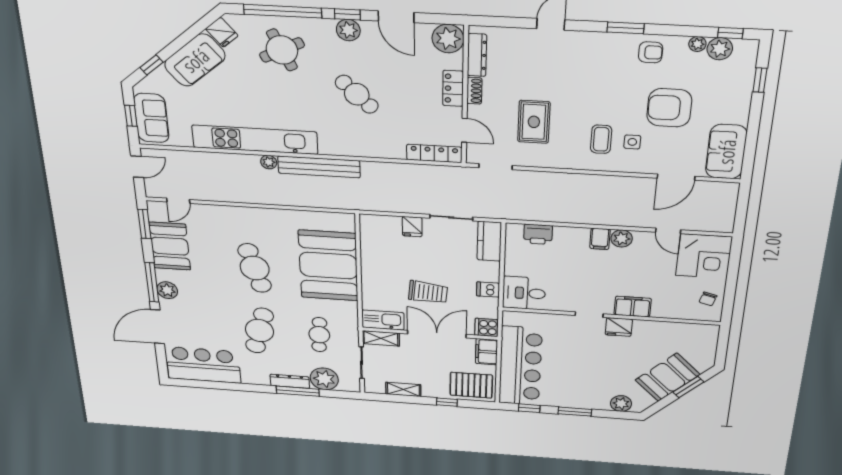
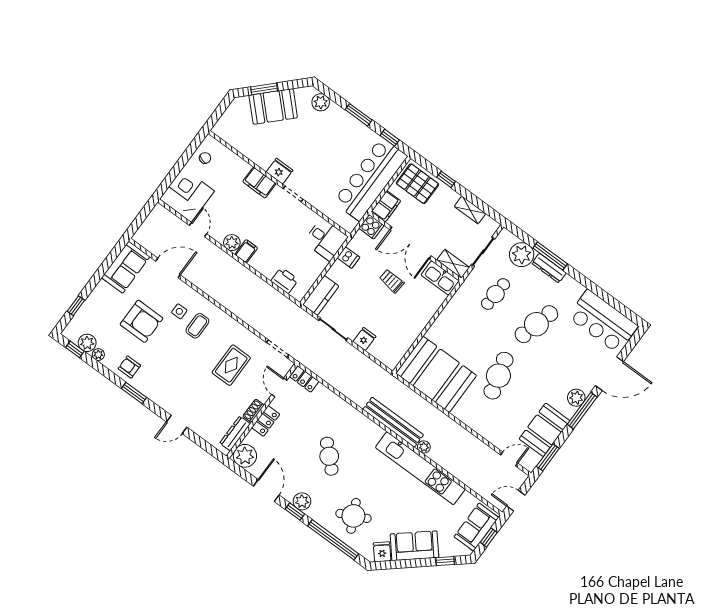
locker: (434, 153) -> (304, 379), width x0.66
booth: (328, 266) -> (436, 374), moved, turned 90
trolley: (428, 292) -> (392, 281), width x0.73, depth x0.72

